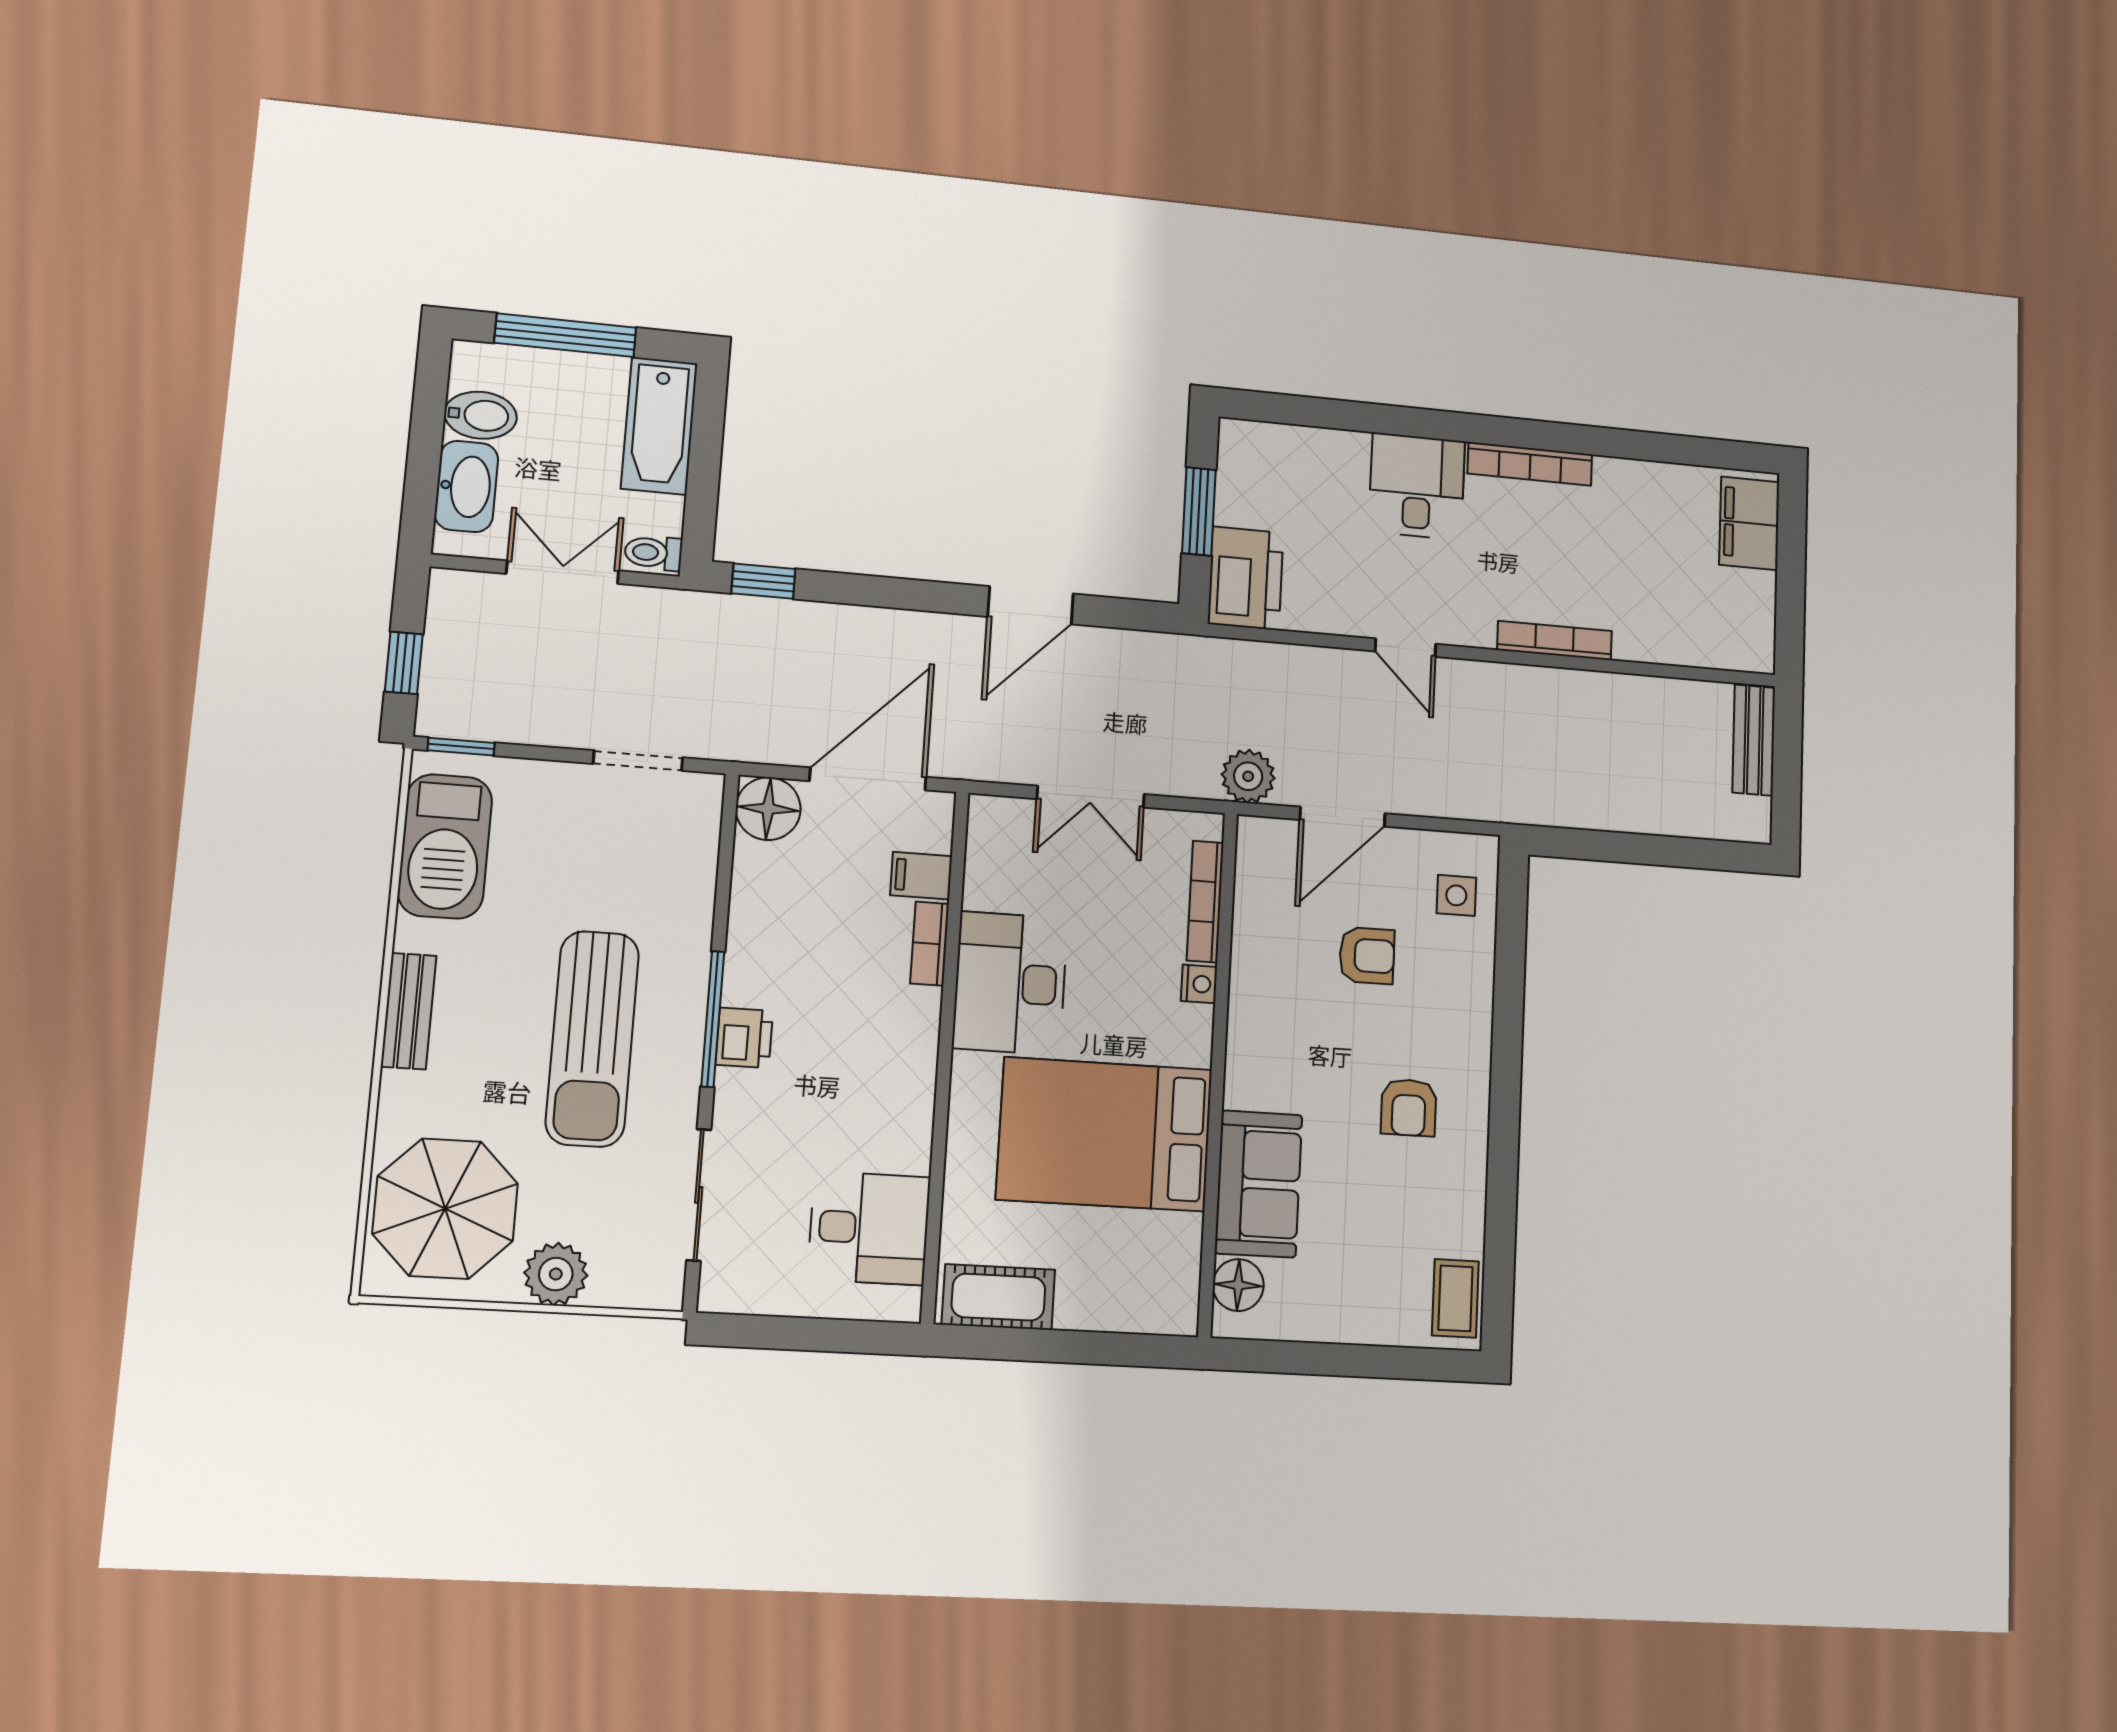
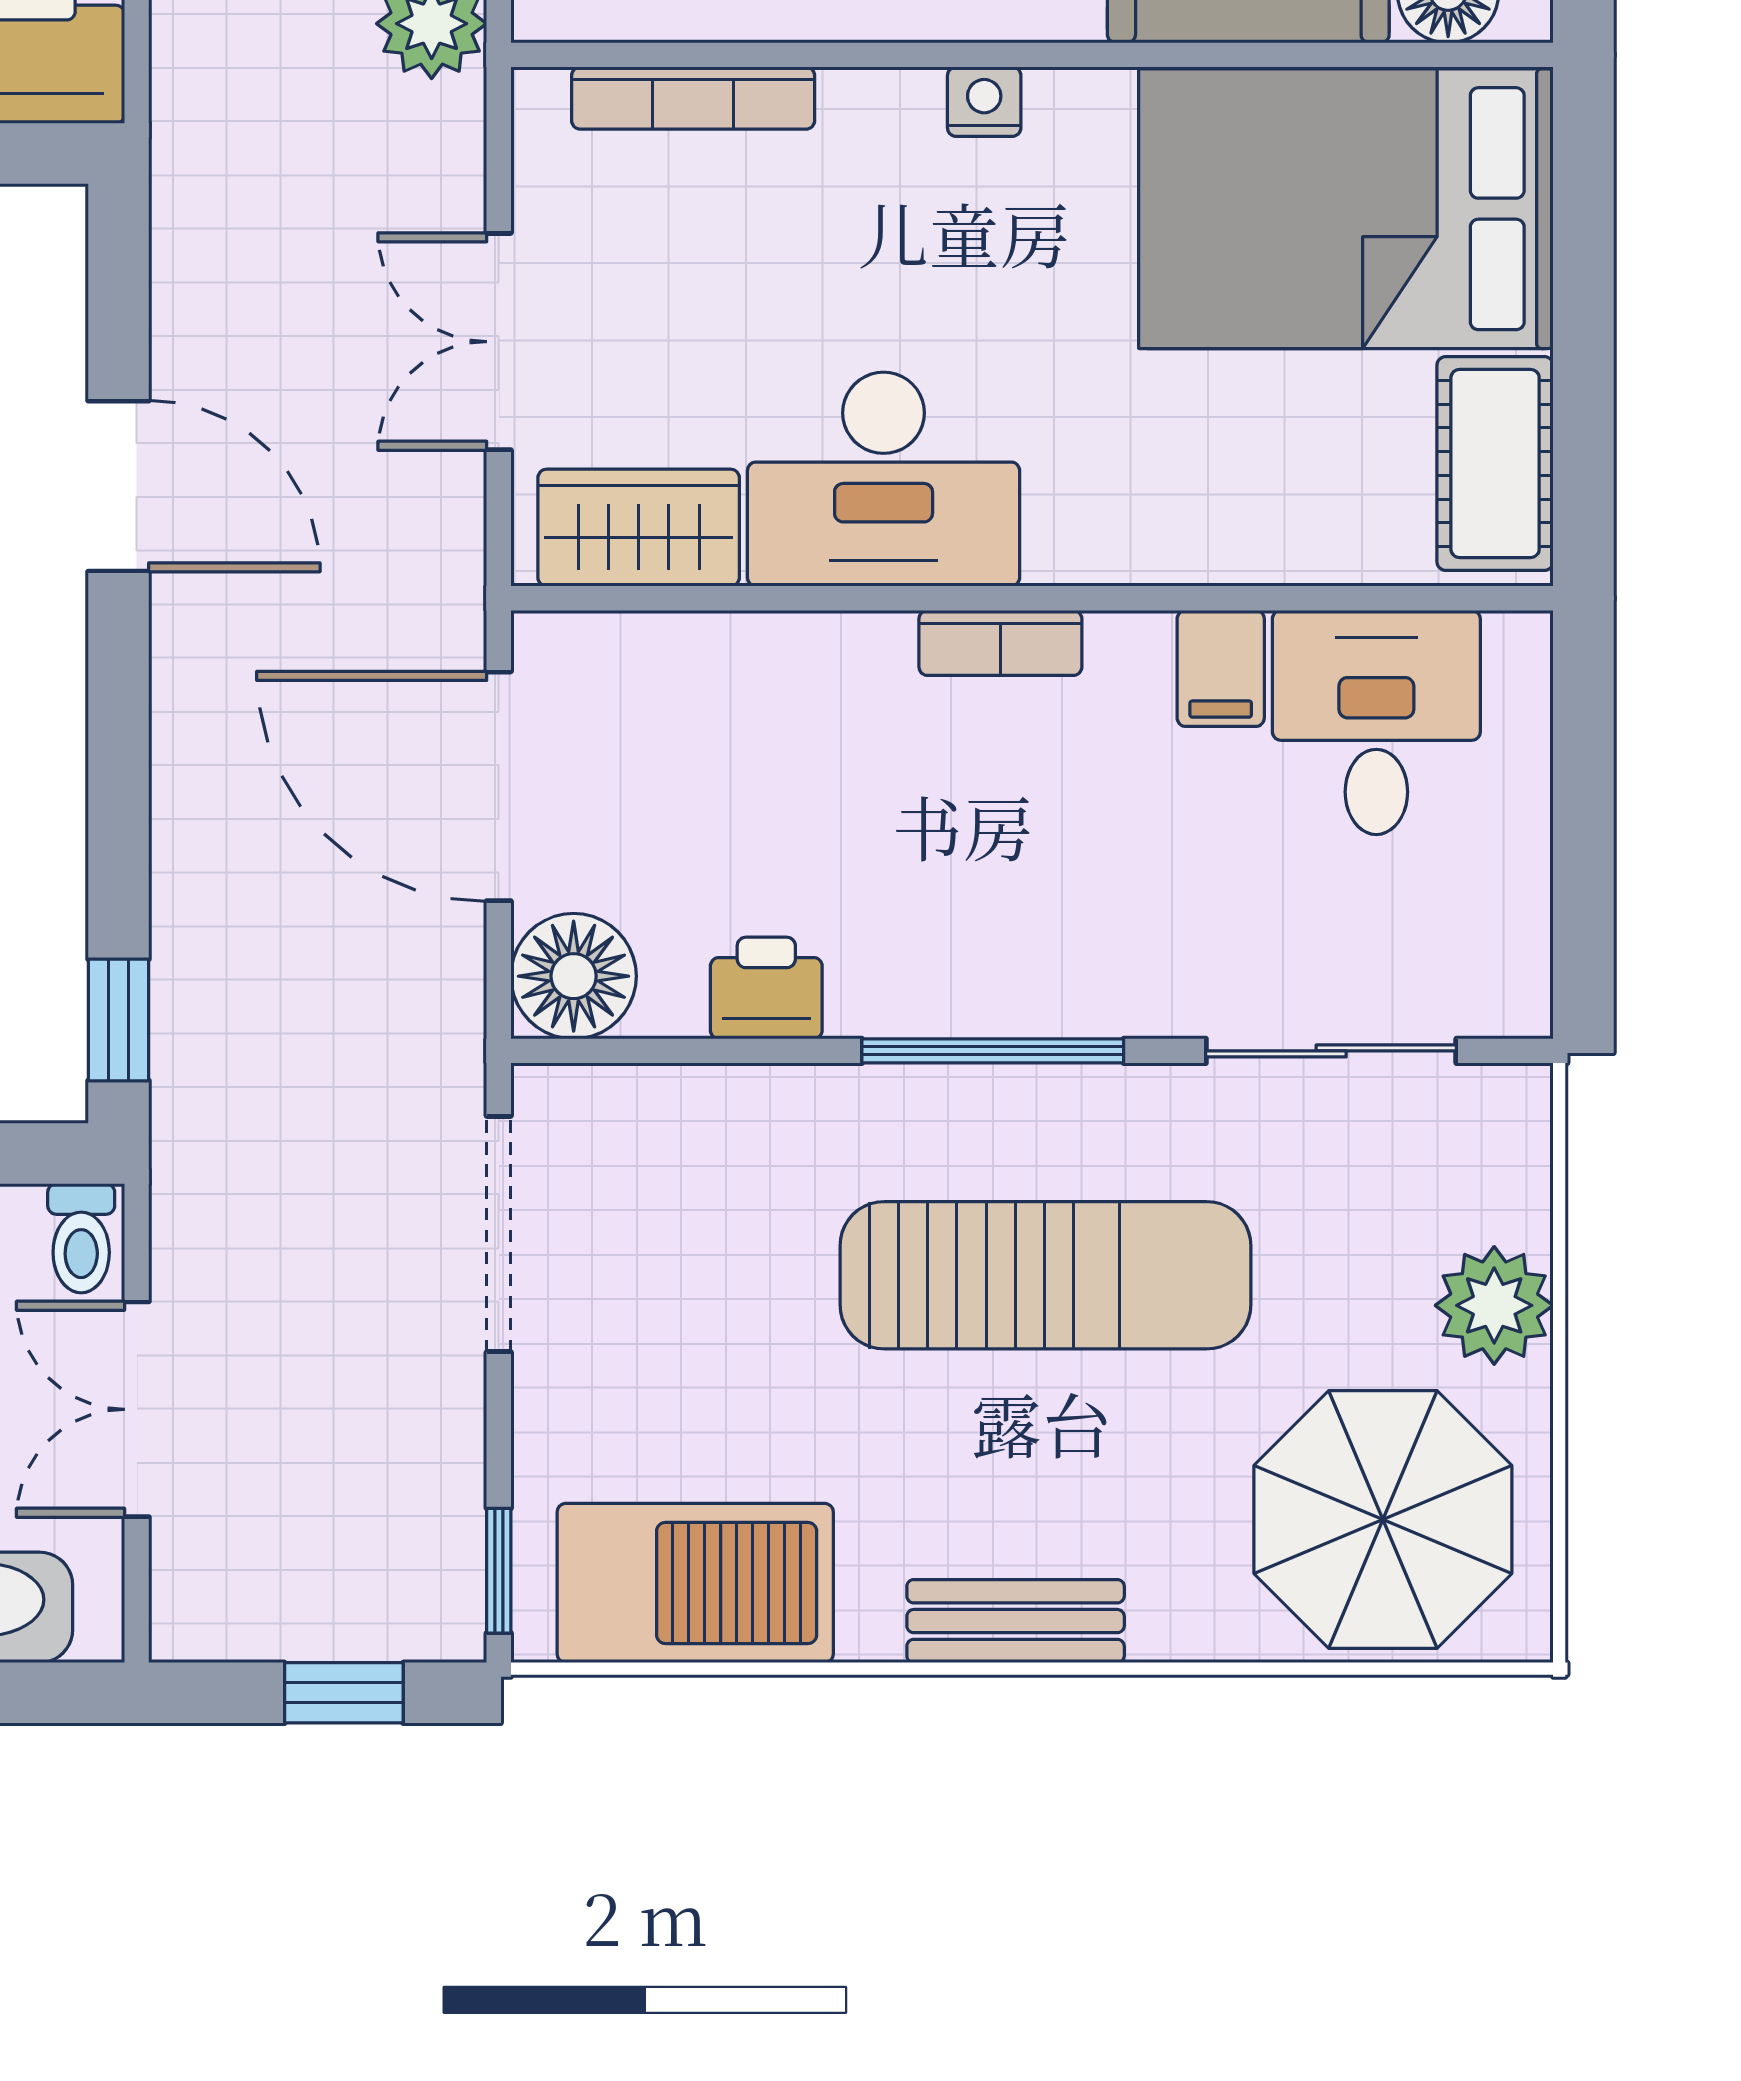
doorway: (638, 761) -> (499, 1234), width x1.38
double door: (1091, 797) -> (499, 342), swing flipped
wardrobe: (994, 859) -> (639, 528), added
filing cabinet: (921, 876) -> (1221, 668), moved
bookcase: (930, 944) -> (1000, 643), moved
nightstand: (1199, 984) -> (984, 102), moved
printer: (744, 1038) -> (766, 988), moved
bed: (1105, 1134) -> (1346, 209), moved, turned 90

